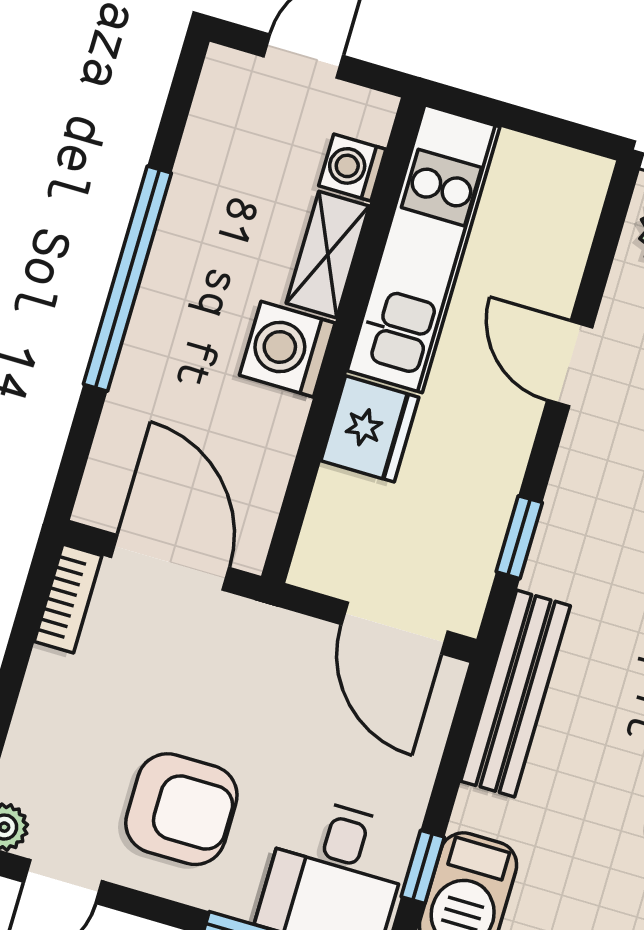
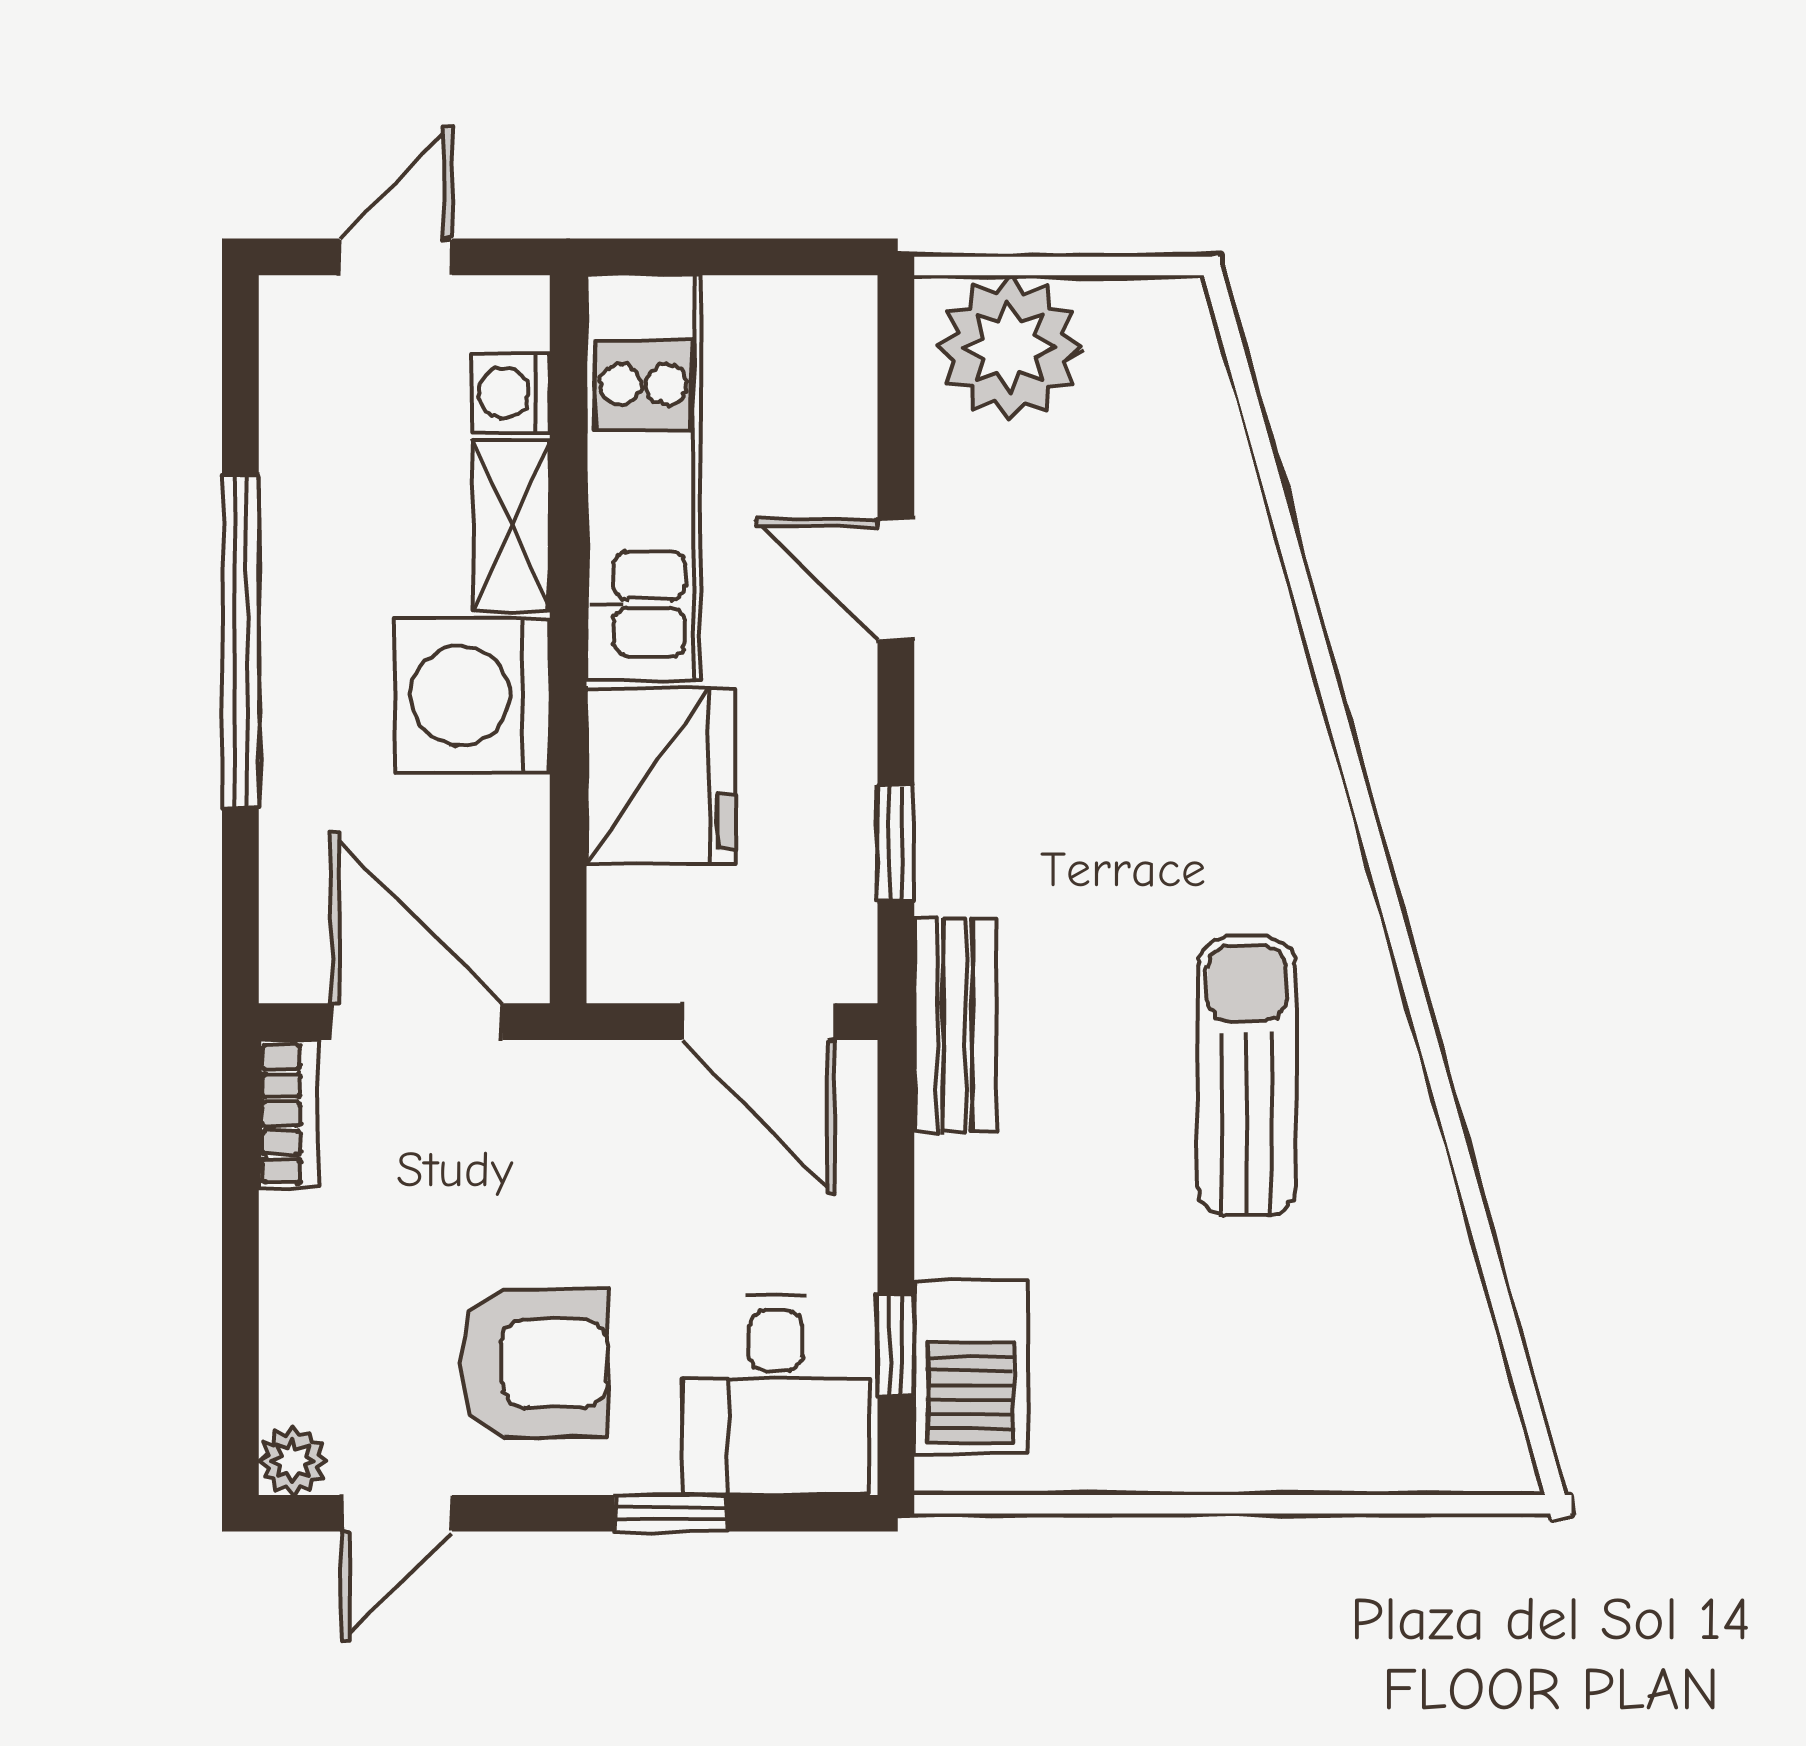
washing machine: (287, 349) -> (473, 696), width x1.37, depth x1.37
fridge: (370, 429) -> (661, 776), width x1.36, depth x1.34
bench: (515, 693) -> (955, 1025), width x0.73

